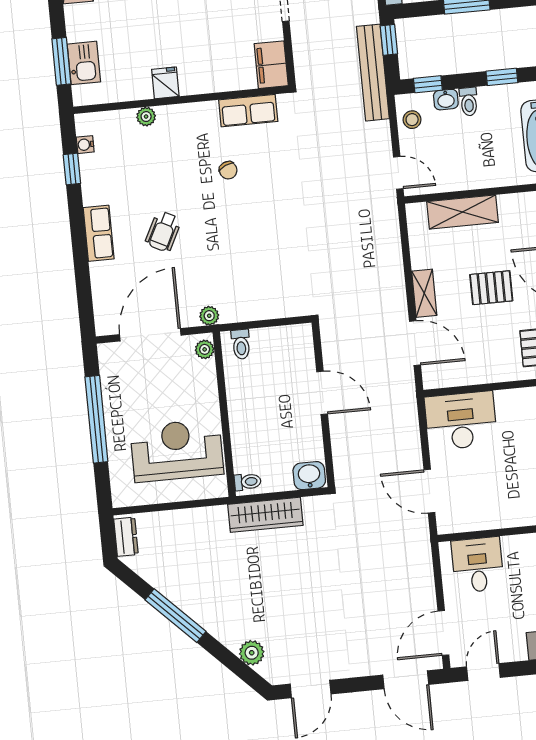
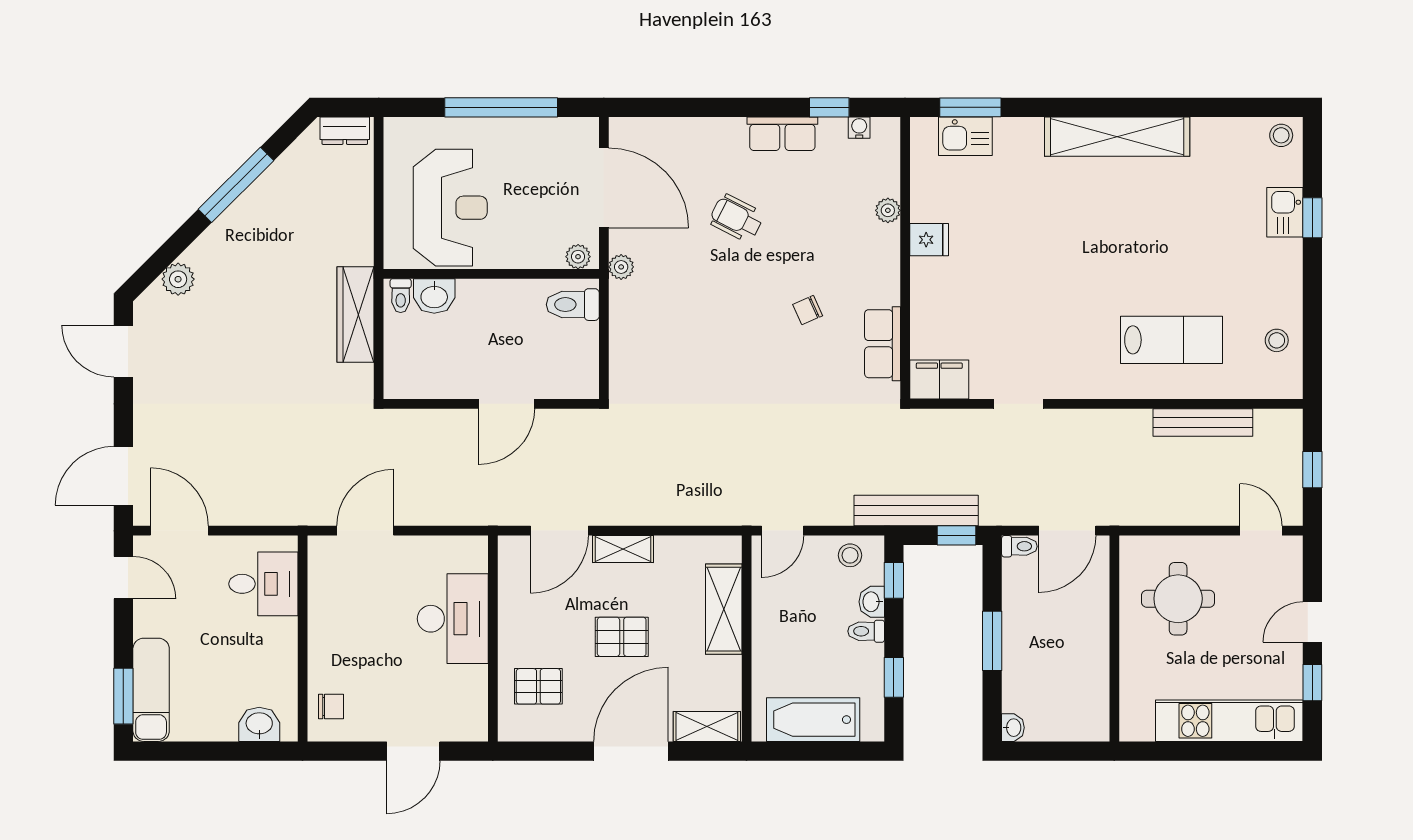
row of seats: (99, 233) -> (782, 134), moved
pallet: (491, 288) -> (622, 637), turned 90
toilet: (241, 344) -> (573, 305), width x1.37, depth x1.39
desk: (461, 421) -> (453, 619), moved
washbasin: (309, 476) -> (434, 296), moved, turned 90

